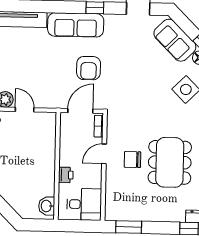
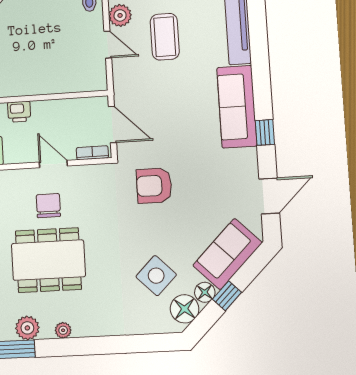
armchair: (89, 68) -> (154, 186), moved
coffee table: (23, 70) -> (165, 37), added
door: (25, 110) -> (108, 45), hinge flipped

